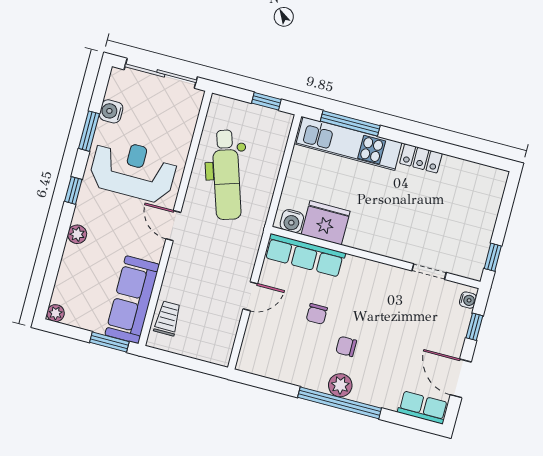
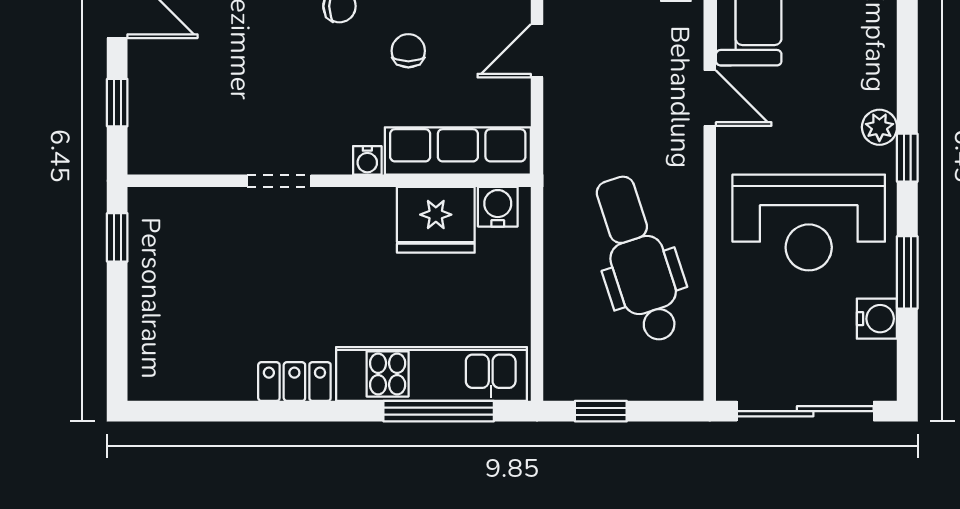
door: (173, 226) -> (710, 98), moved
plant: (77, 234) -> (879, 127), moved
doorway: (429, 272) -> (279, 181), moved
water cooler: (468, 300) -> (367, 160), moved, turned -90

